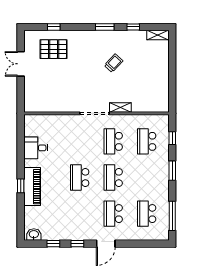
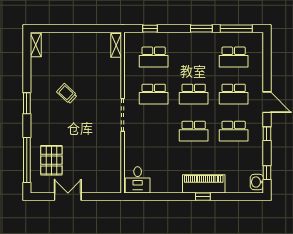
window: (54, 27) -> (27, 160), width x3.17
window: (133, 27) -> (27, 72), removed
double door: (21, 64) -> (68, 197), swing flipped
shelving: (120, 108) -> (116, 45), moved
desk: (36, 148) -> (138, 180), moved
window: (172, 171) -> (201, 29), moved
school desk: (80, 214) -> (234, 131), added
window: (53, 244) -> (267, 173), moved

